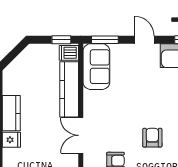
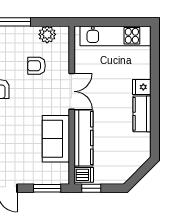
sofa: (96, 67) -> (56, 139), moved

